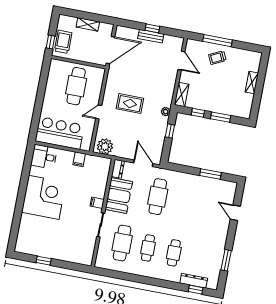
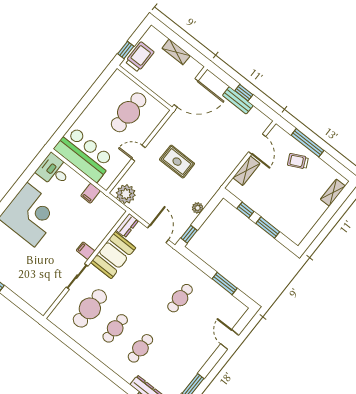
shelving: (252, 83) -> (333, 193), moved
shelving: (182, 94) -> (246, 171), moved
plant: (166, 112) -> (198, 208), moved
window: (170, 131) -> (189, 234), moved
cafe table: (158, 197) -> (180, 298), moved, width x0.73, depth x0.74

